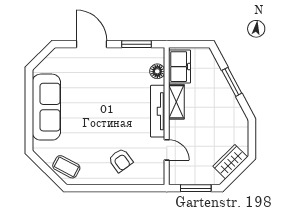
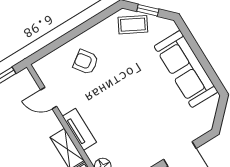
tv unit: (158, 111) -> (79, 129), width x0.71
window: (48, 171) -> (148, 10), added

